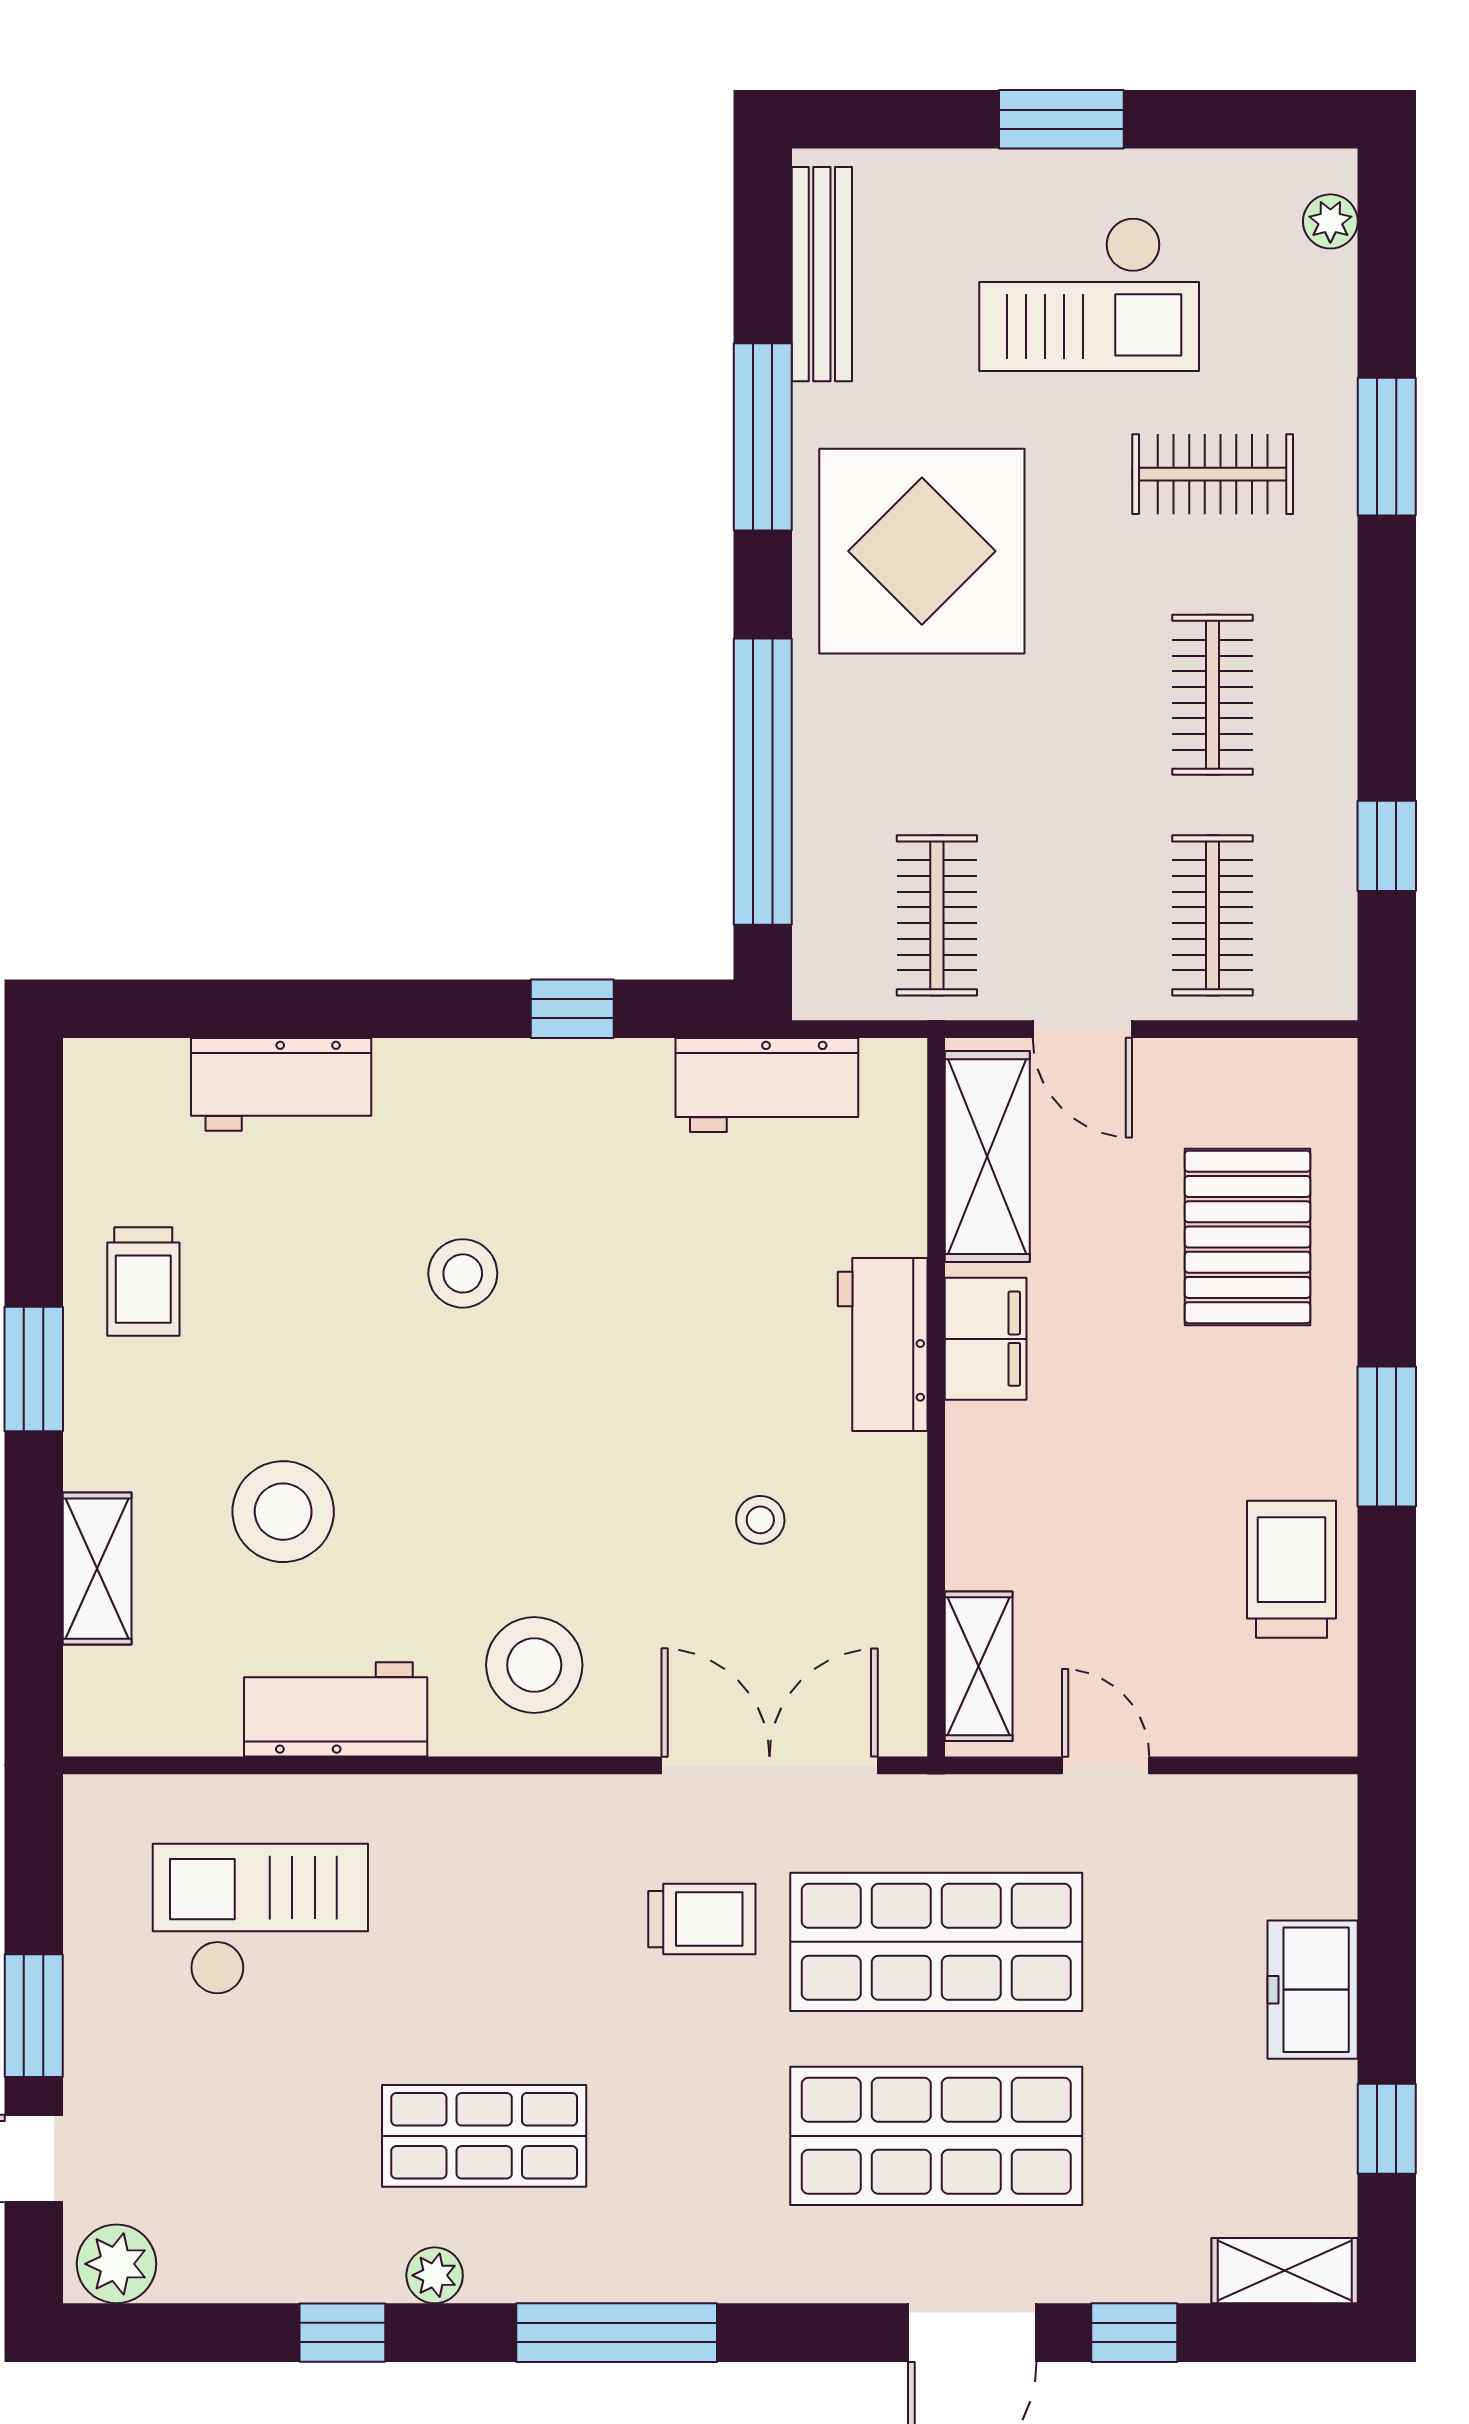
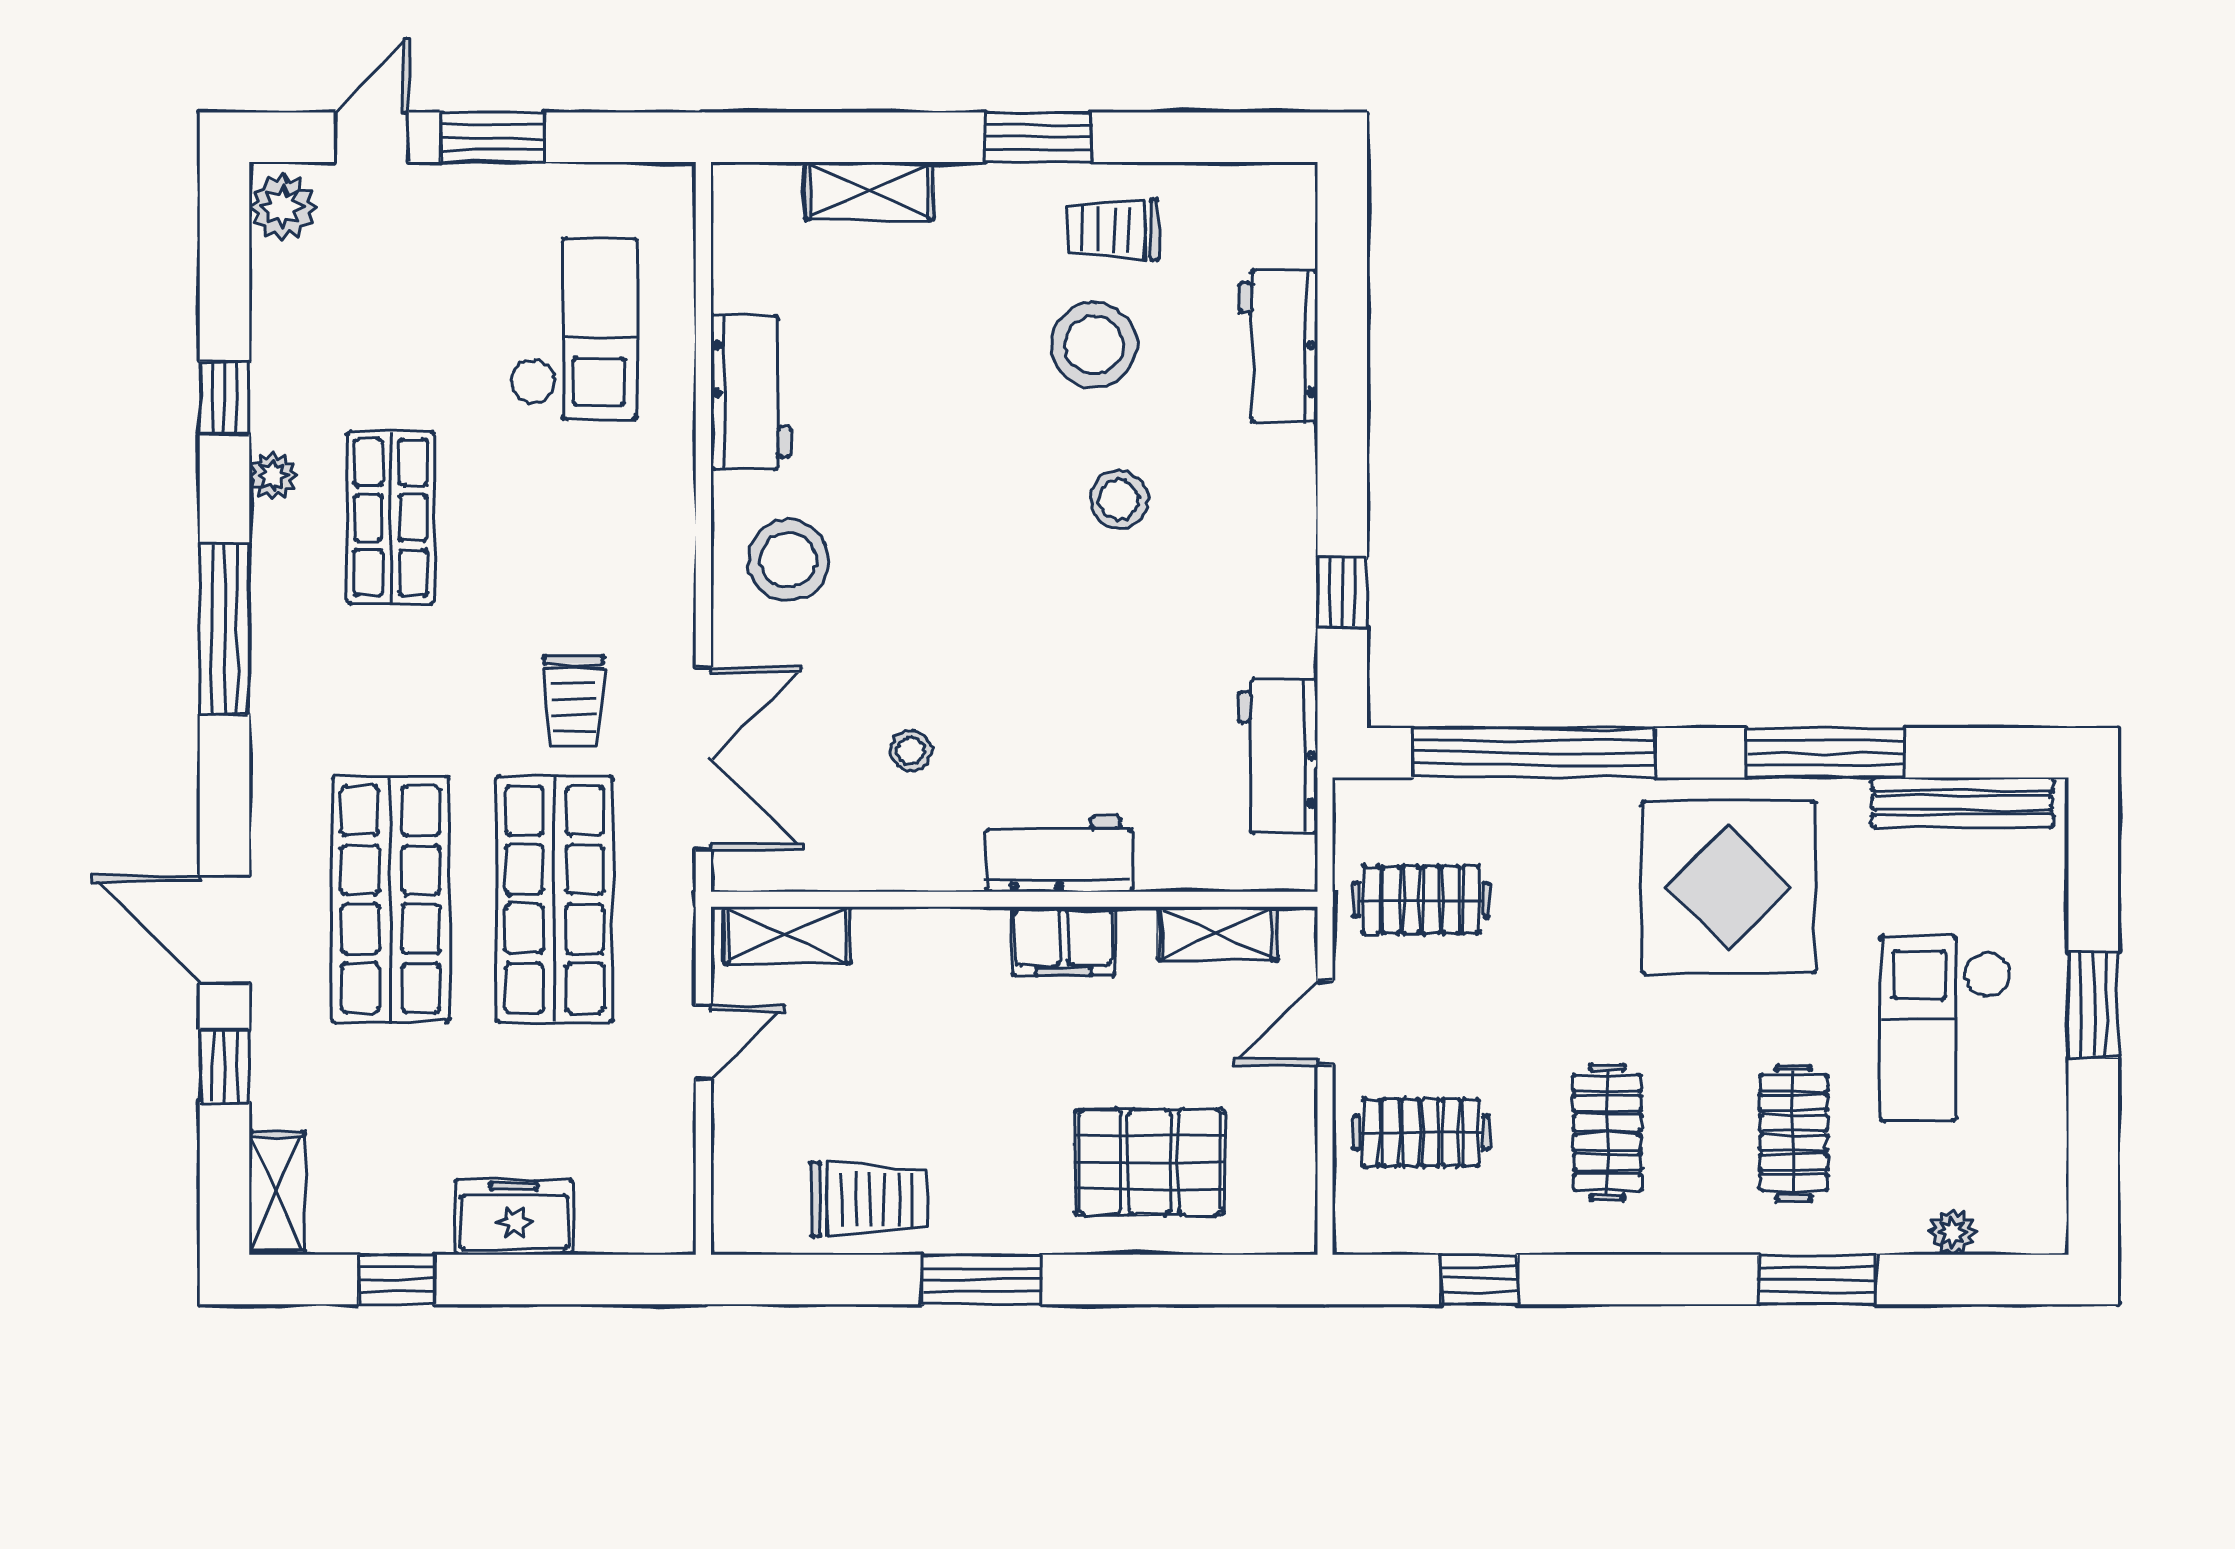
plant: (1330, 221) -> (1953, 1232), moved
clothes rail: (1213, 695) -> (1607, 1133), turned 90
shelving: (987, 1157) -> (1217, 933), width x0.67, depth x0.75
stool: (283, 1512) -> (1094, 345), moved

